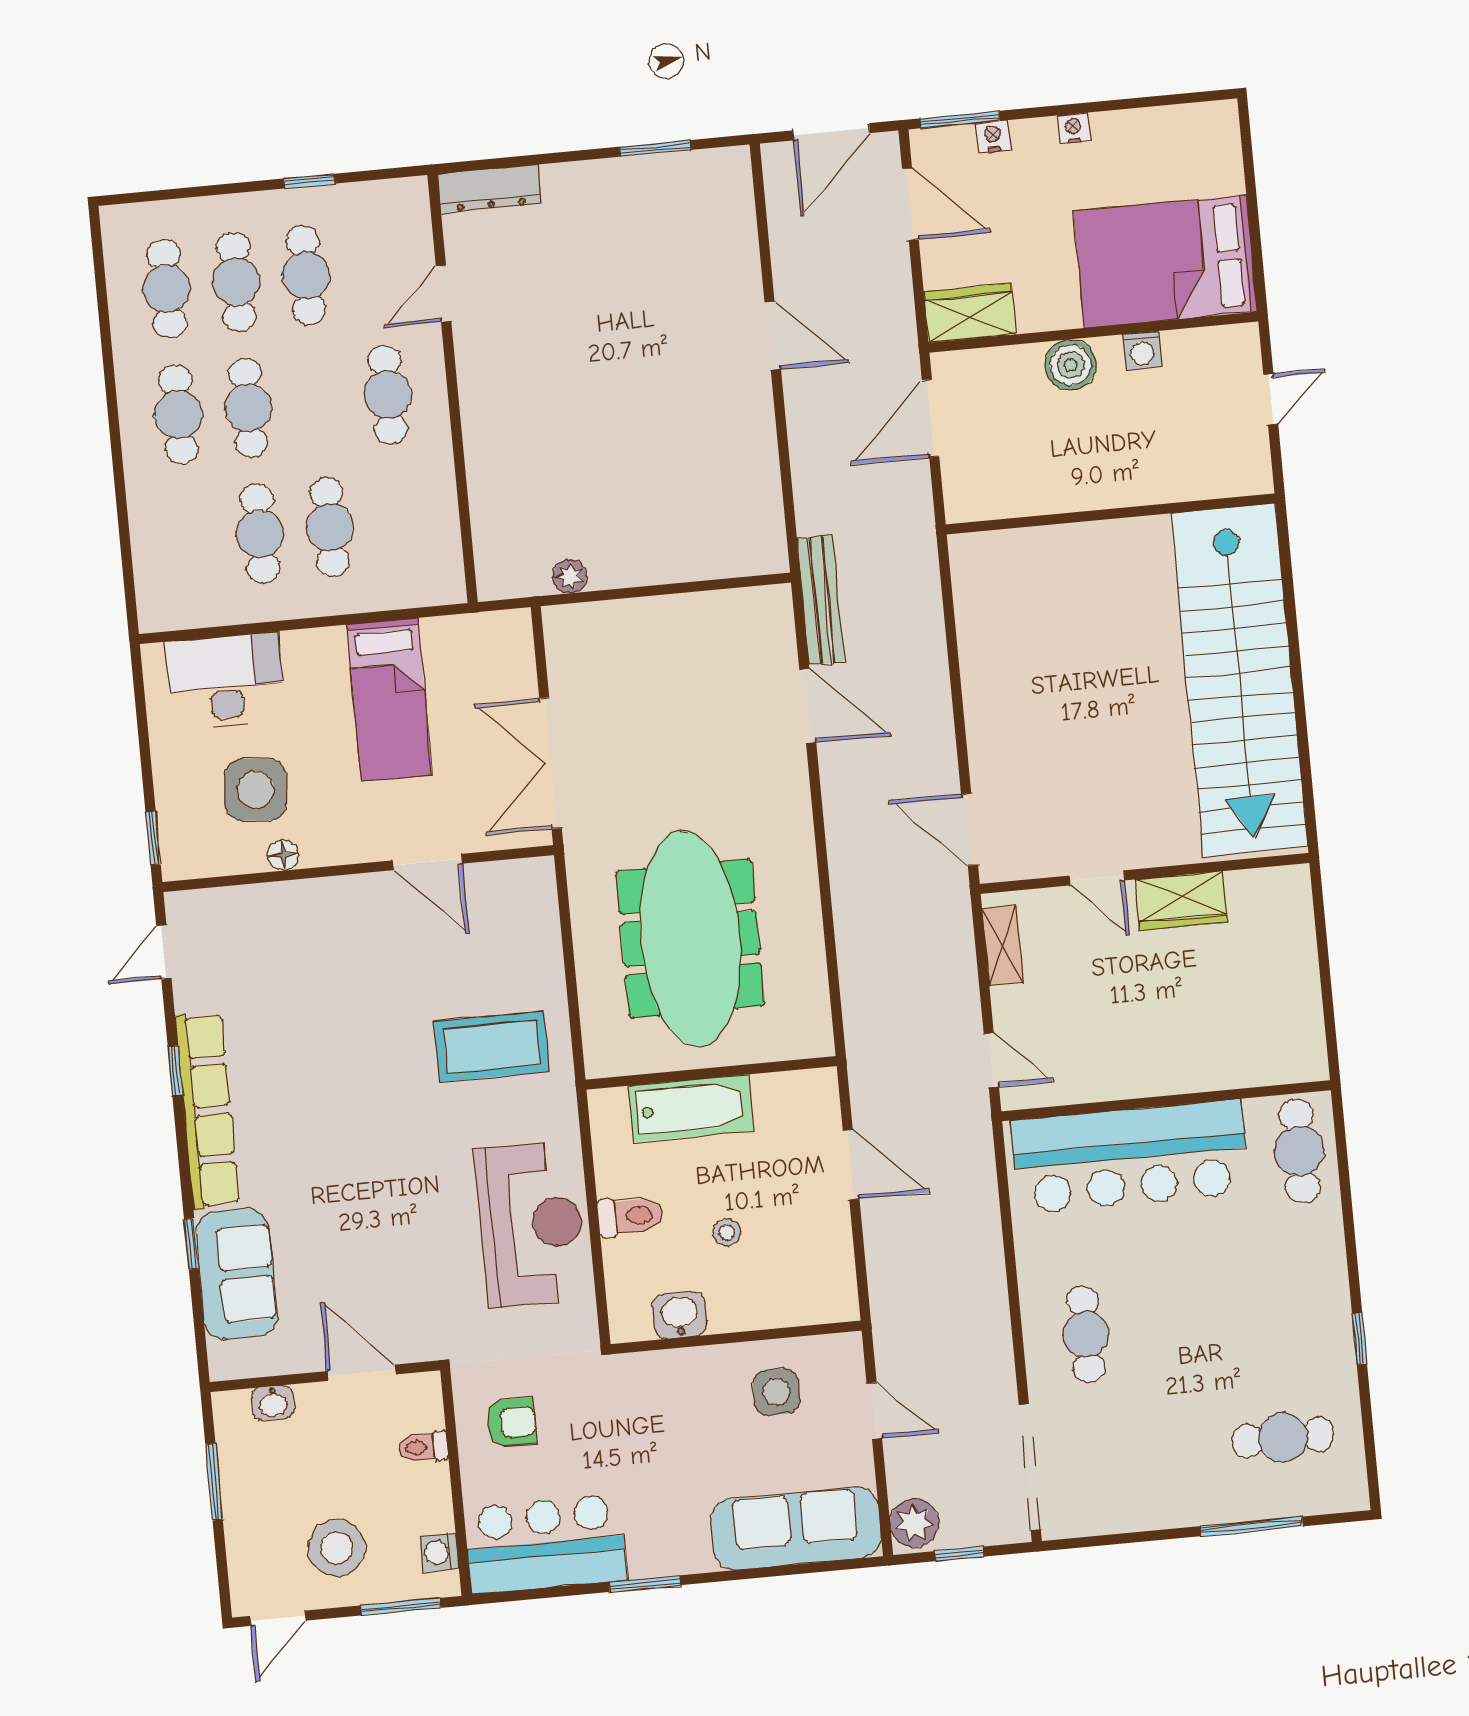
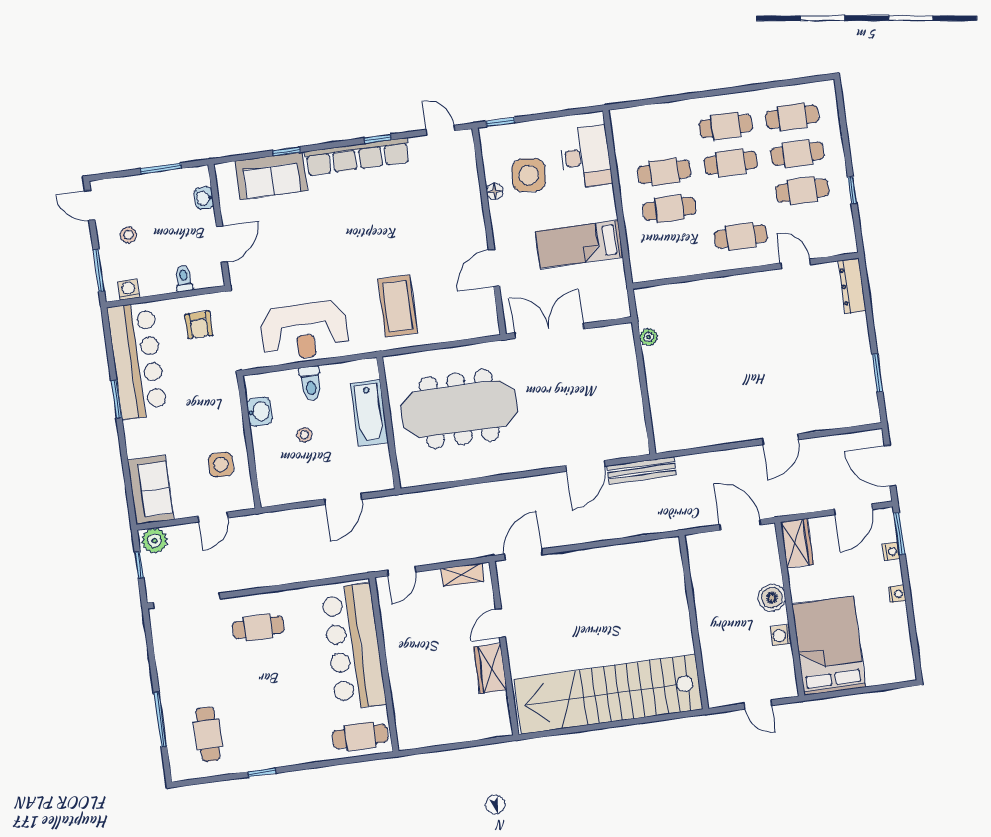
sofa: (796, 1528) -> (151, 490), width x0.73
bar counter: (546, 1544) -> (137, 361), width x1.36
stool: (337, 1548) -> (128, 235), width x0.53, depth x0.53

